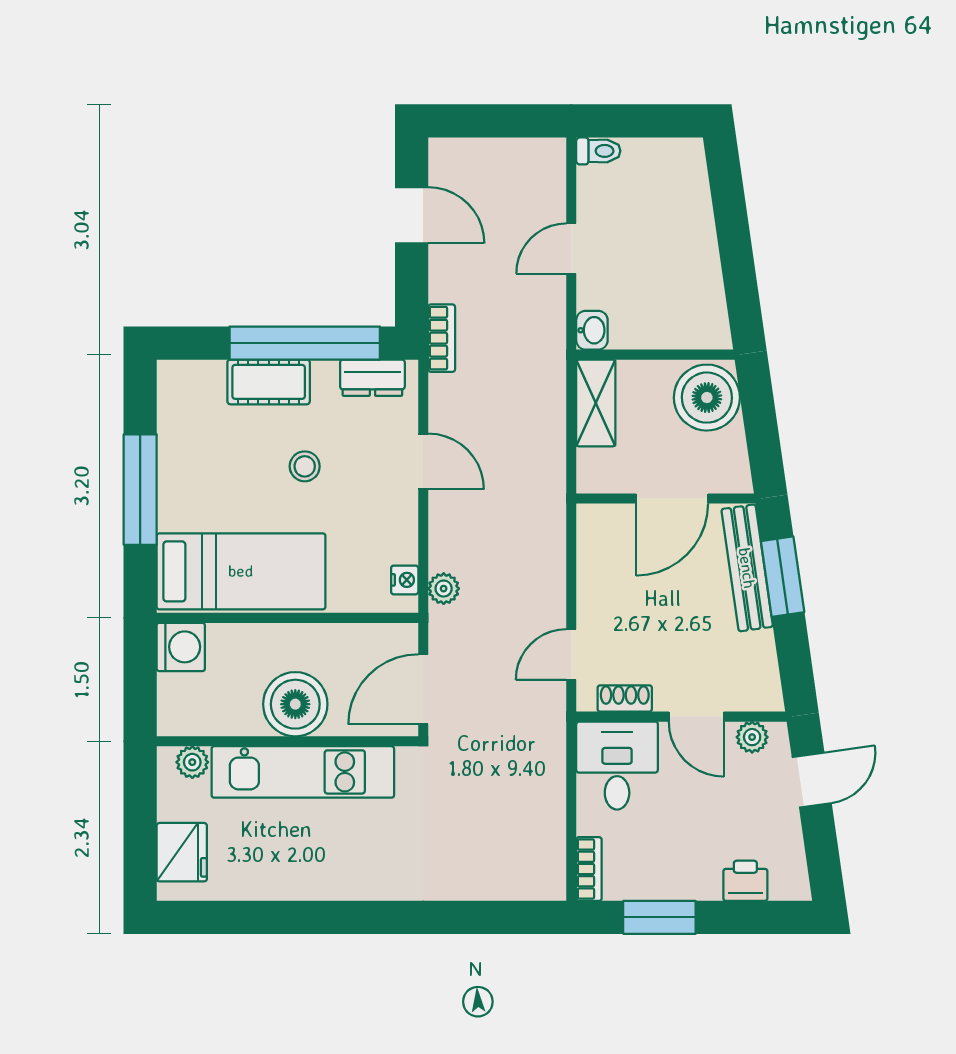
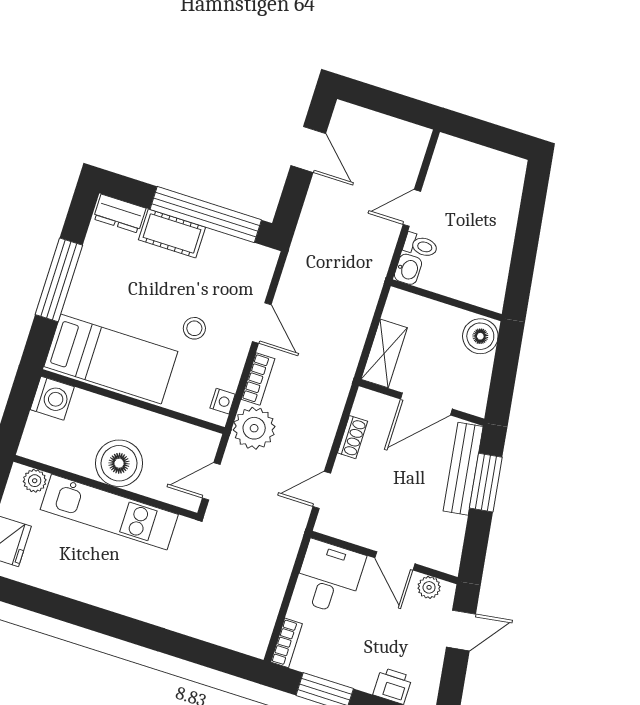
toilet: (598, 151) -> (420, 246), moved
bookcase: (442, 338) -> (258, 379), moved
dresser: (372, 378) -> (120, 214), moved
boiler: (707, 398) -> (480, 336), width x0.73, depth x0.73
shelving: (596, 403) -> (384, 353), moved
stool: (305, 466) -> (194, 328), moved
plant: (444, 589) -> (254, 428), width x1.88, depth x1.88
door: (423, 689) -> (211, 481), width x0.73
shoe rack: (625, 698) -> (353, 437), moved, turned 90

